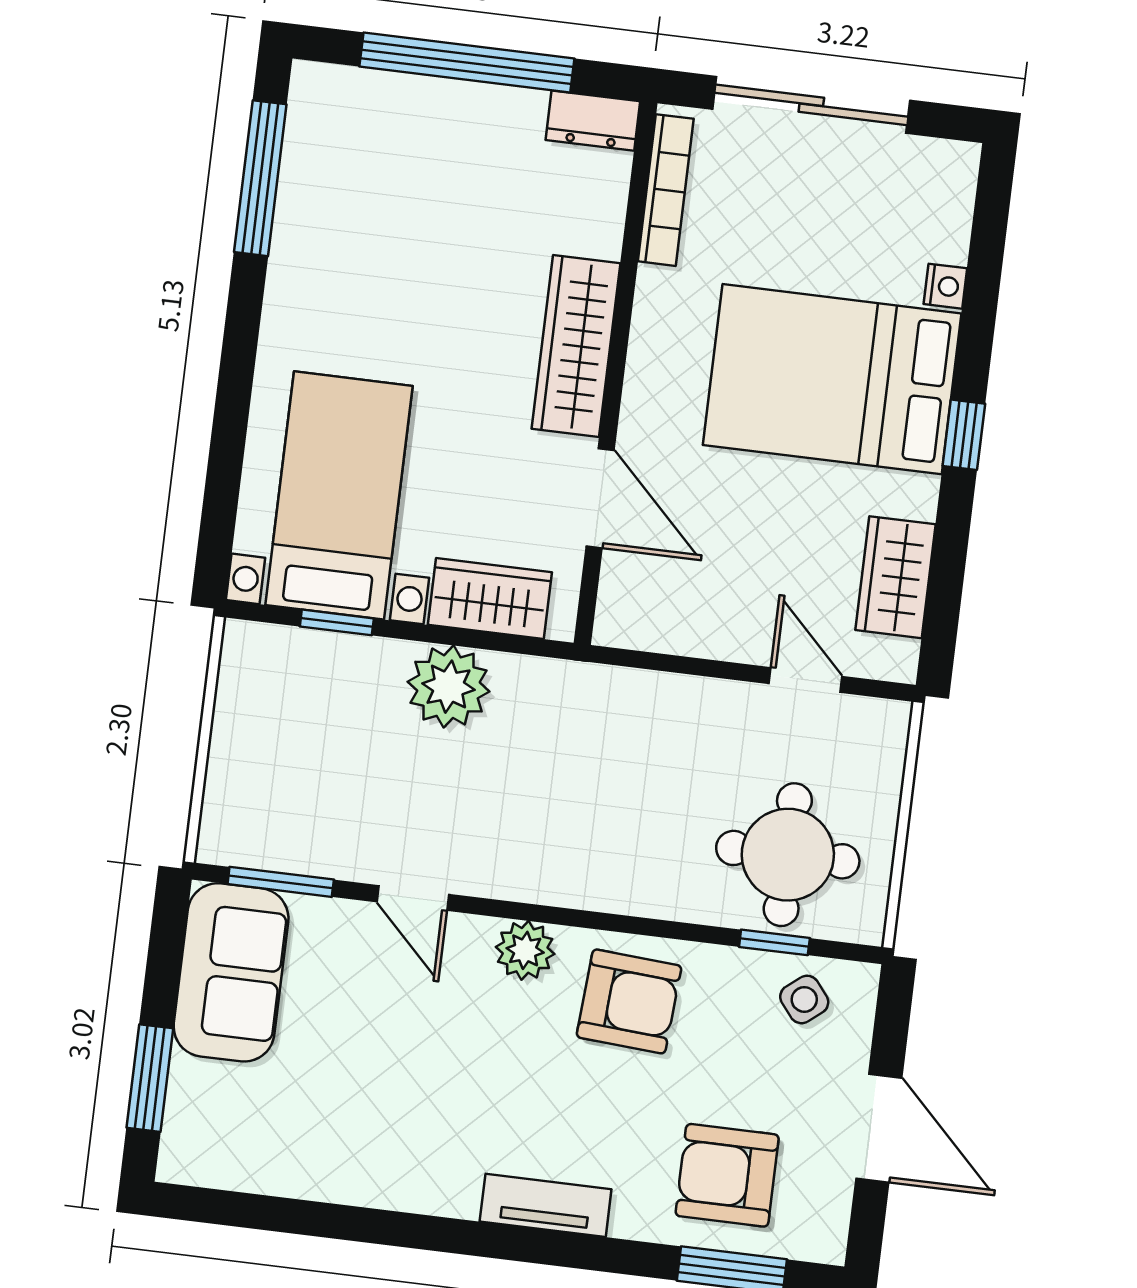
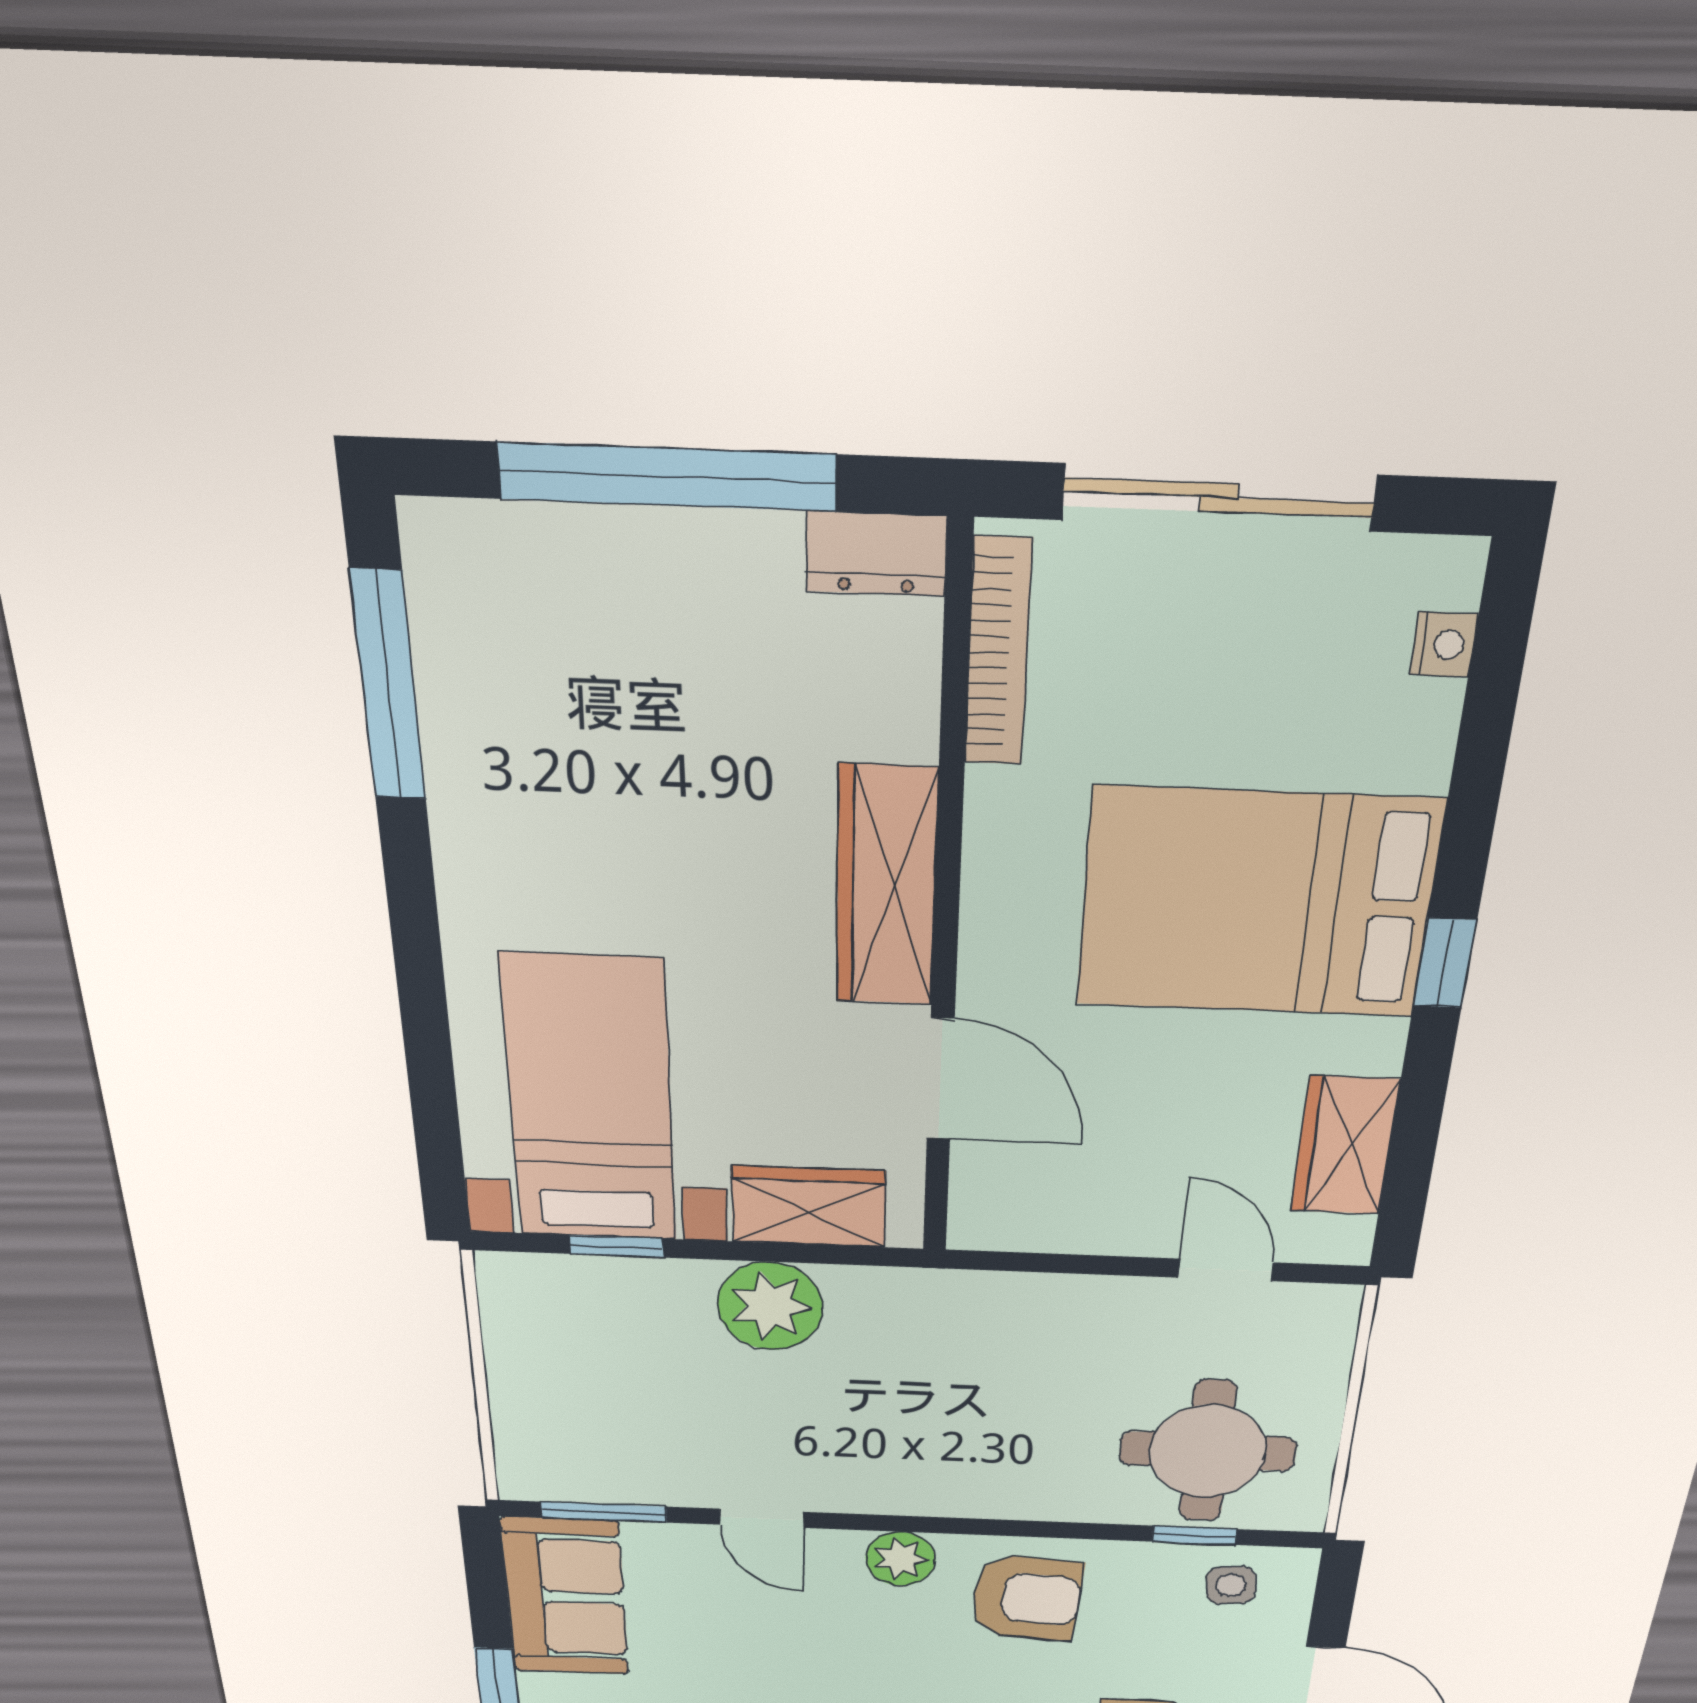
nightstand: (945, 286) -> (1444, 644), moved
side table: (804, 999) -> (1231, 1585), turned 33

